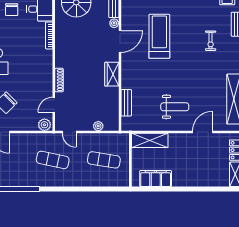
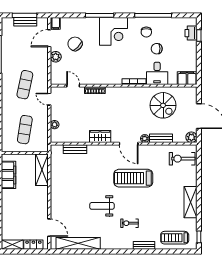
treadmill: (159, 36) -> (133, 178), turned 180
weight bench: (175, 107) -> (102, 206), moved, turned 90
plant: (44, 125) -> (56, 57), moved
door: (69, 132) -> (49, 99), hinge flipped
door: (203, 132) -> (49, 228), moved

